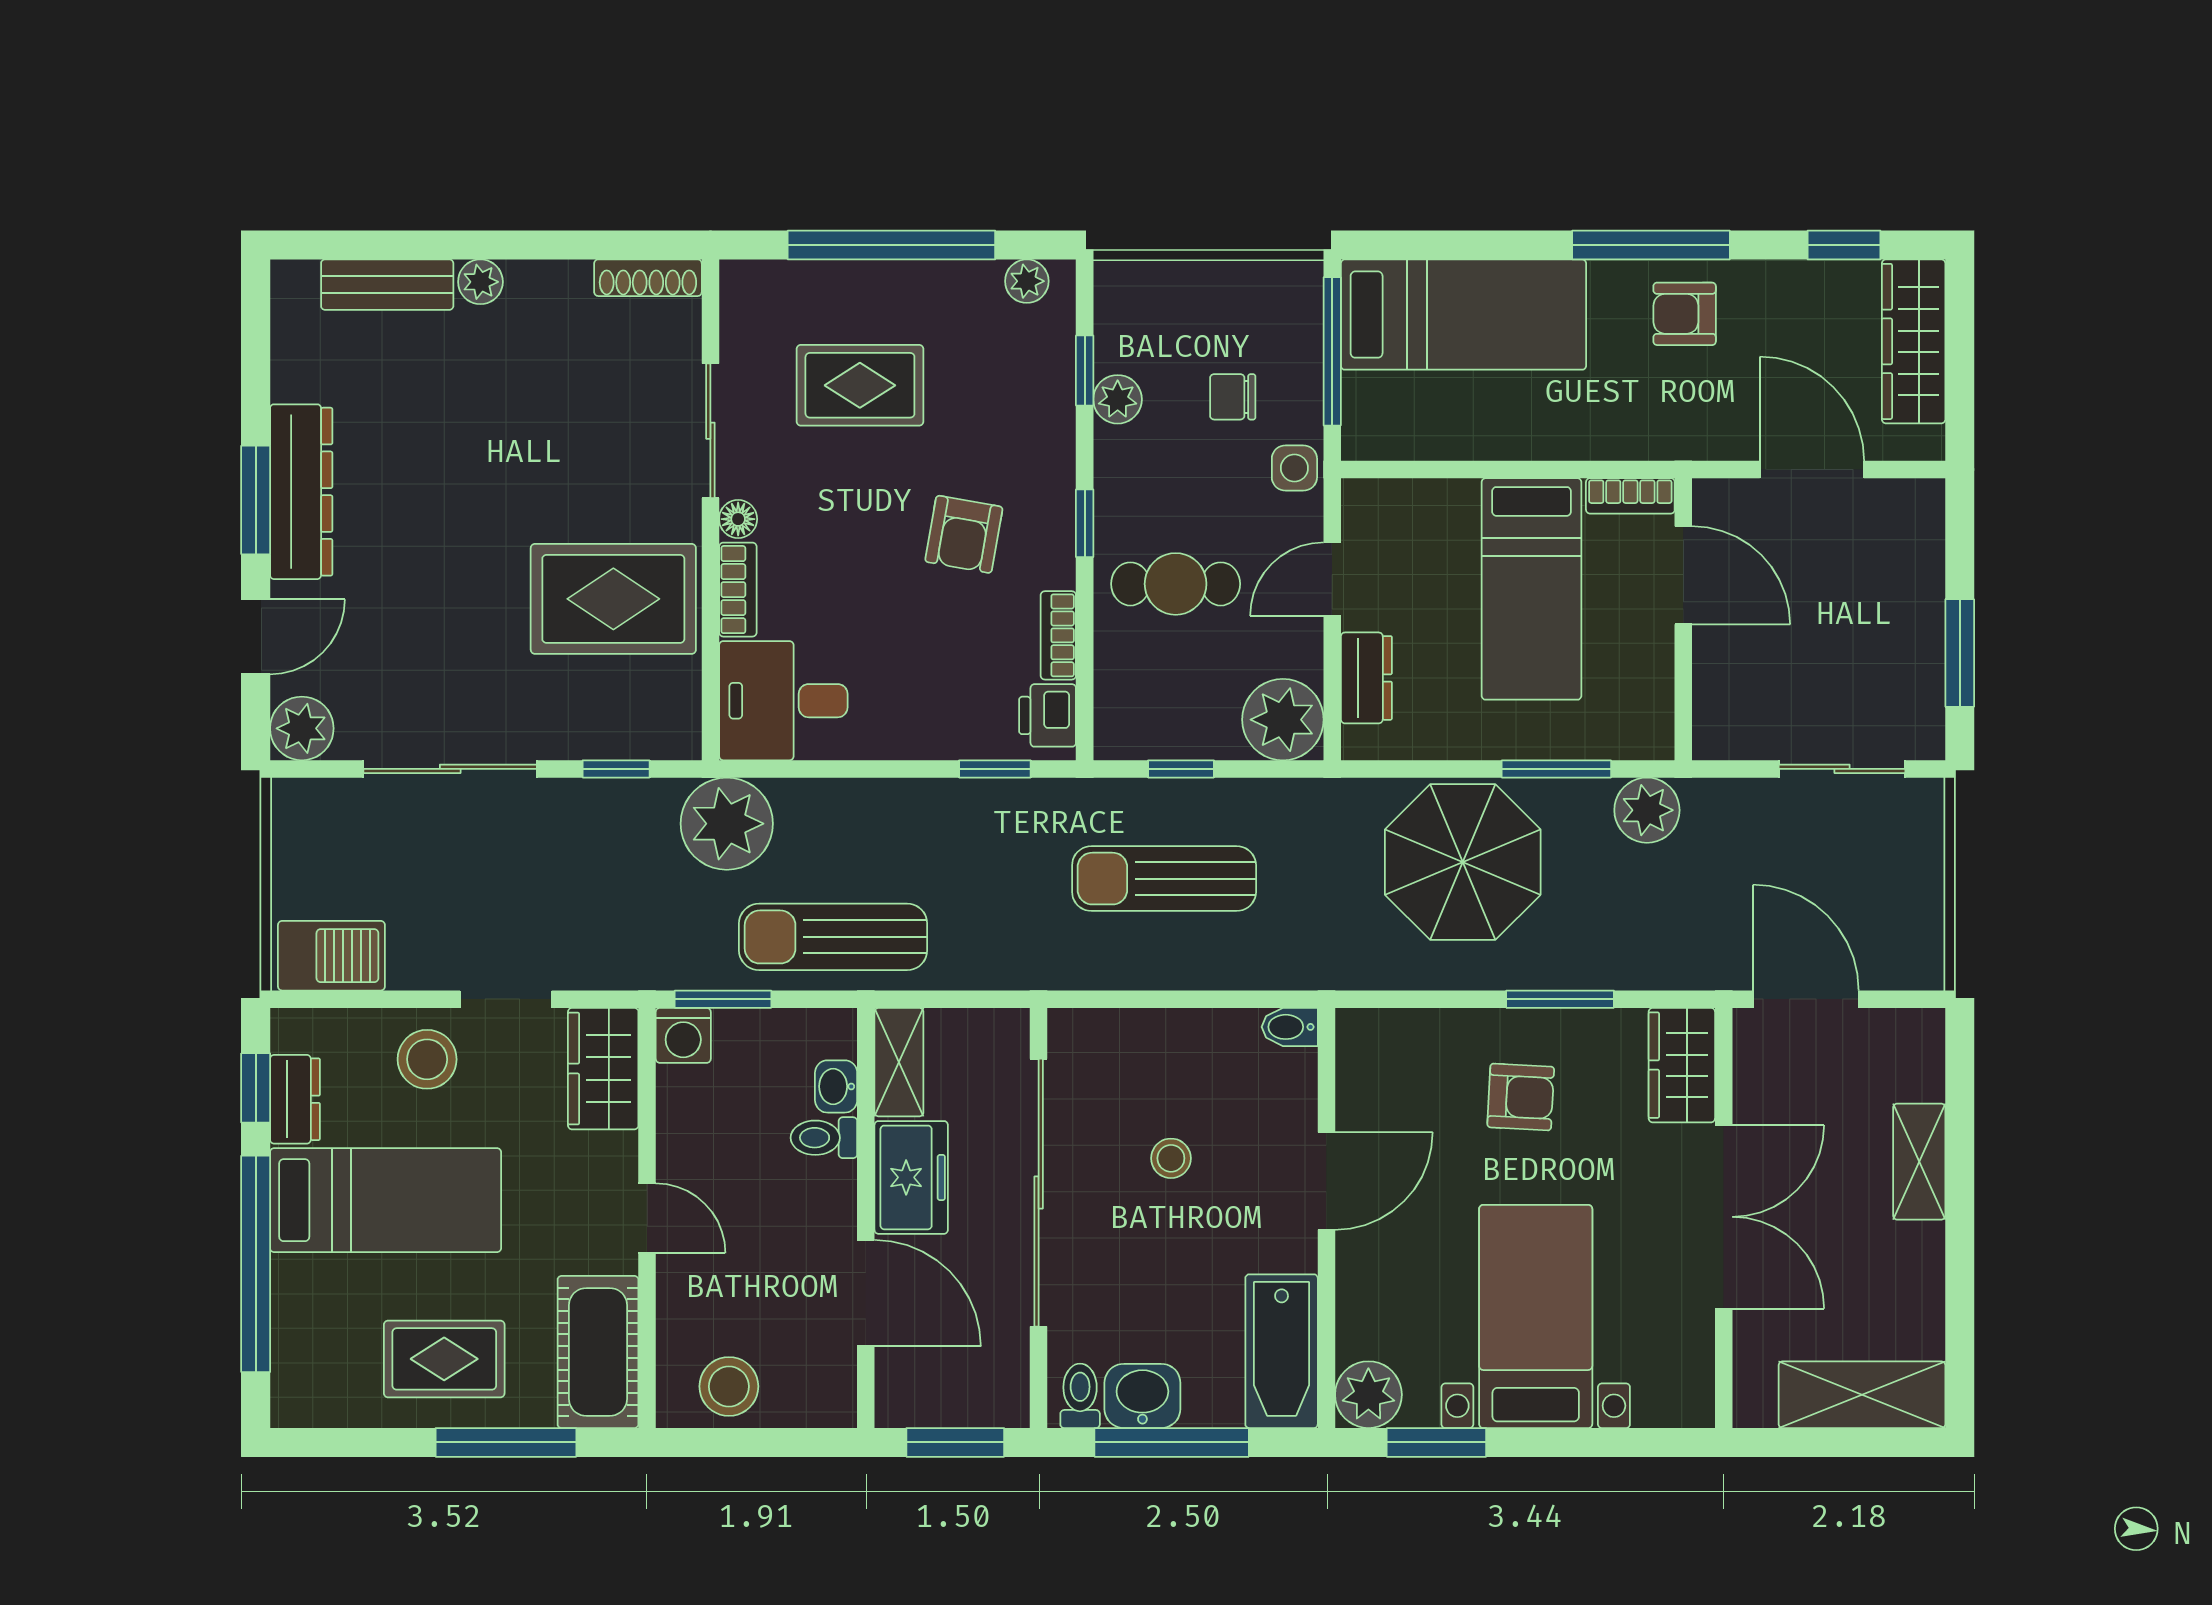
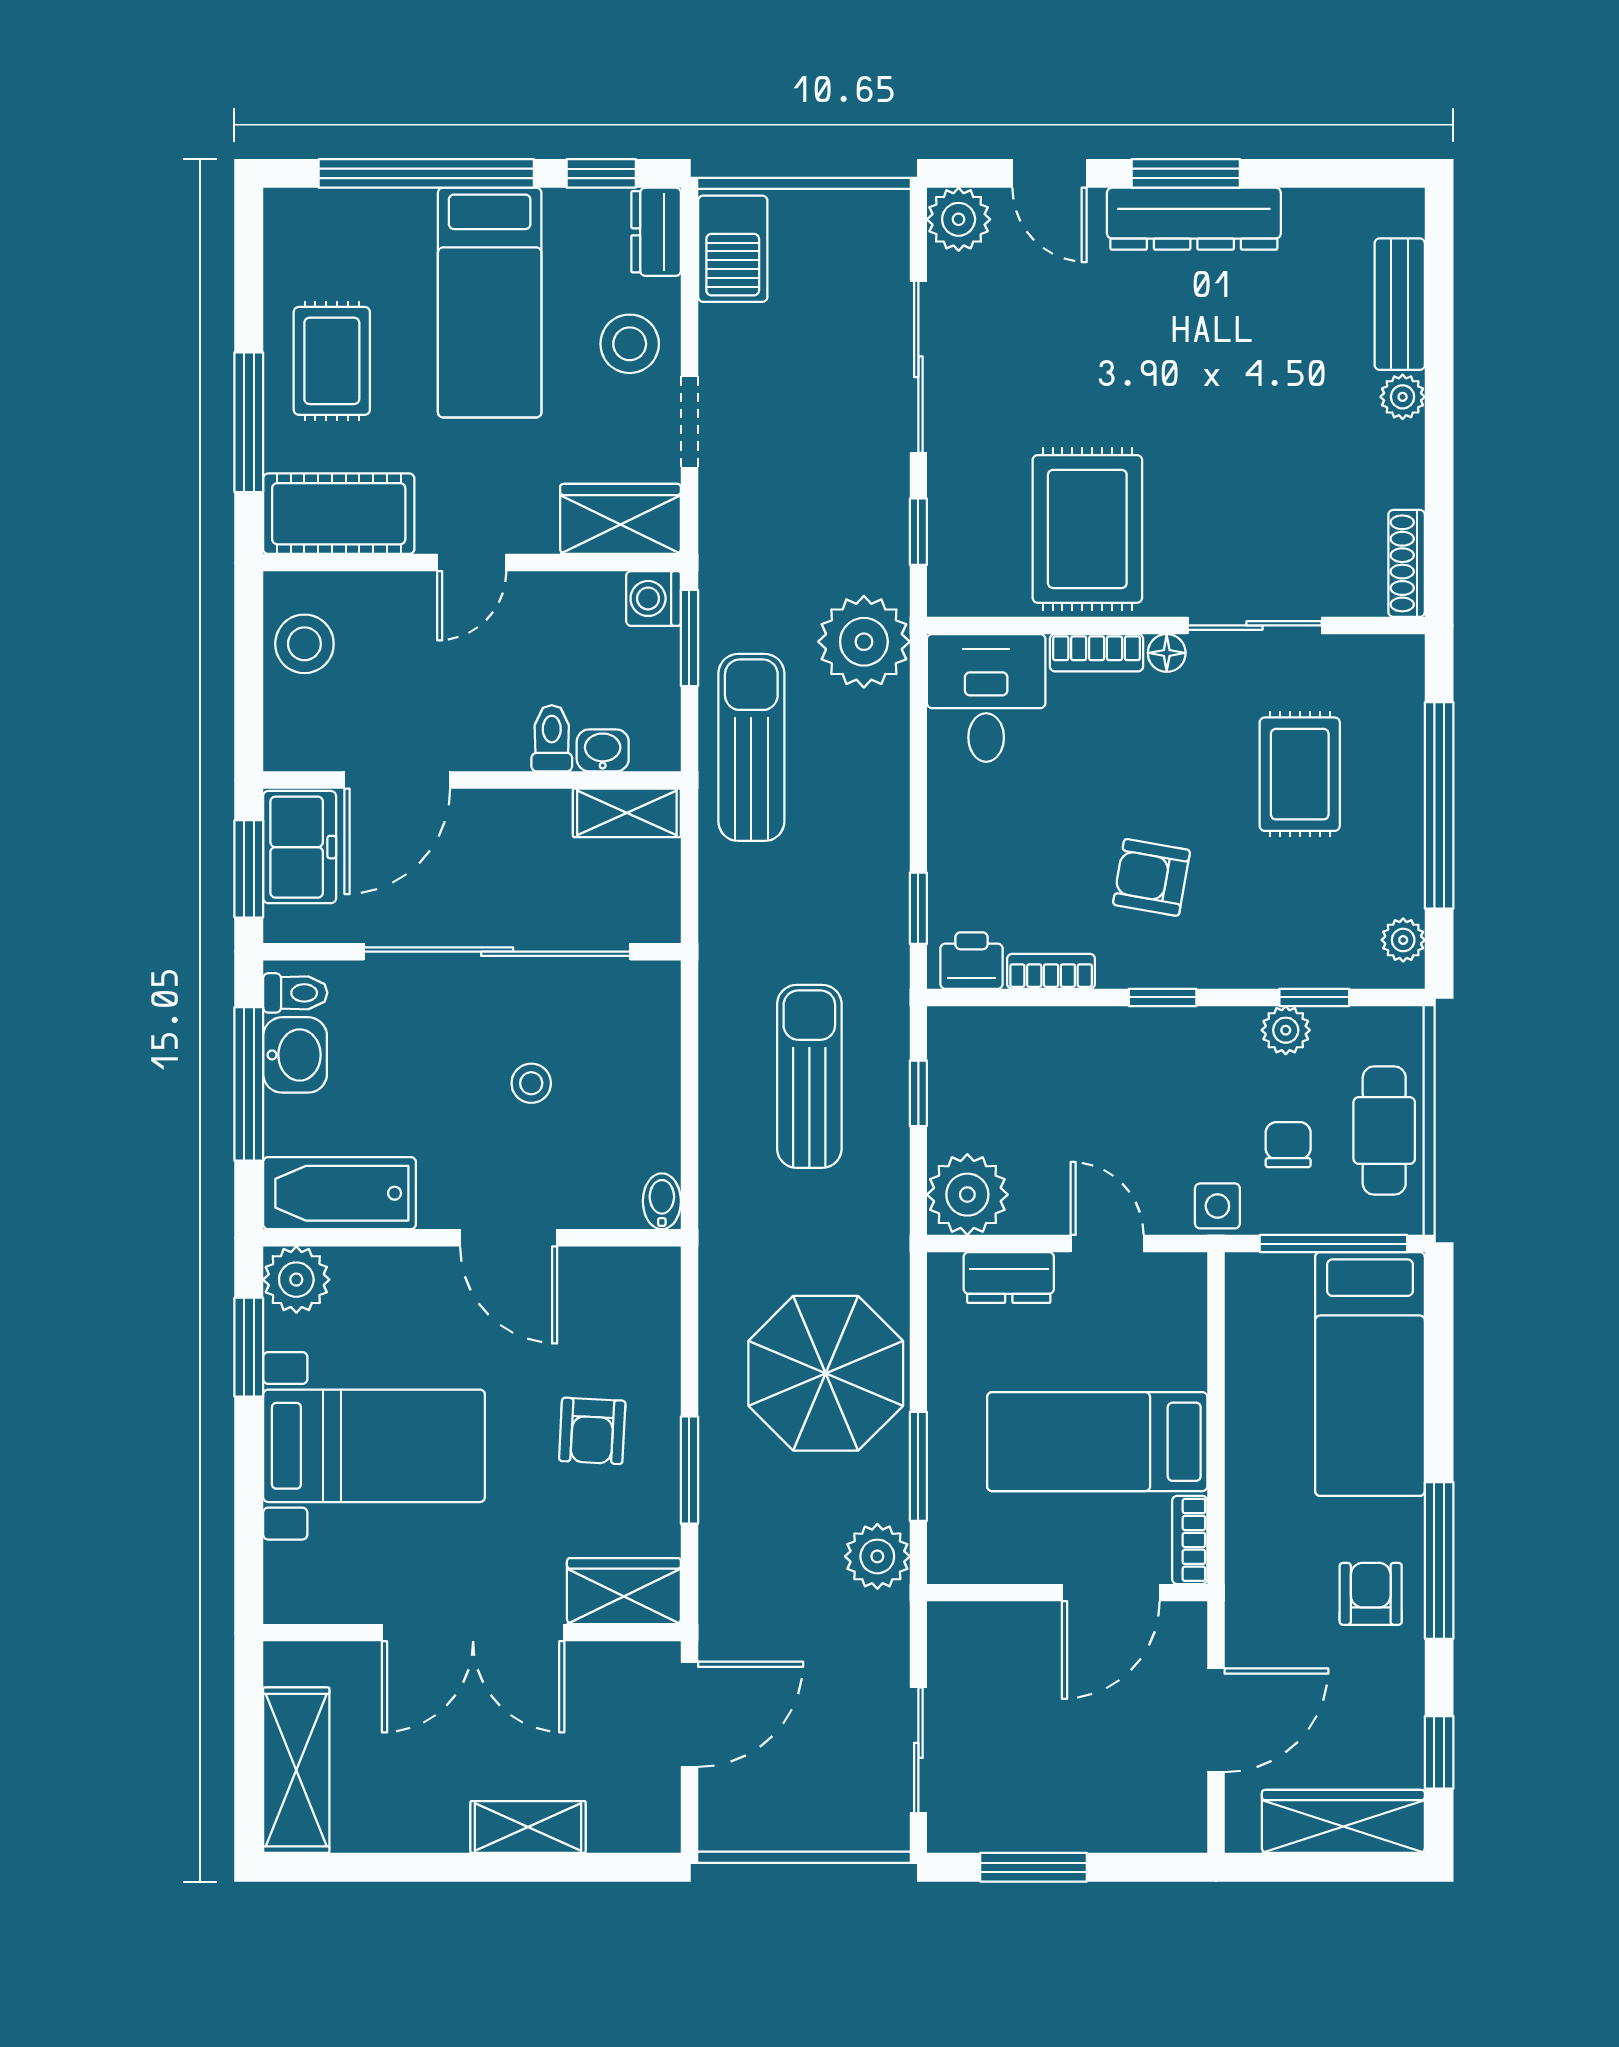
cafe table: (1176, 584) -> (1384, 1131), moved
dresser: (295, 1099) -> (656, 232), moved, turned 90
freezer: (911, 1177) -> (300, 847), moved, turned -90

